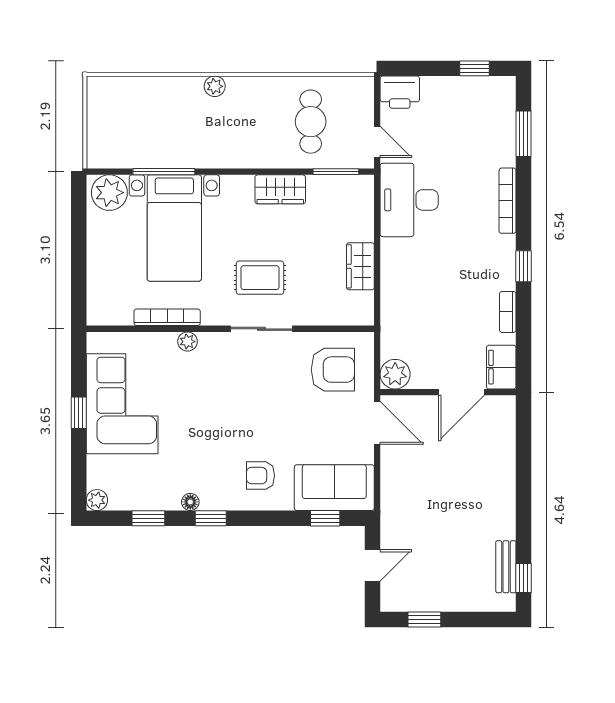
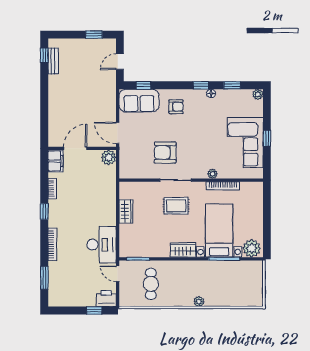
window: (474, 68) -> (94, 311), moved
wardrobe: (280, 189) -> (183, 250), moved
armchair: (333, 370) -> (165, 153), moved

